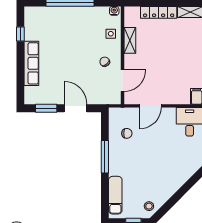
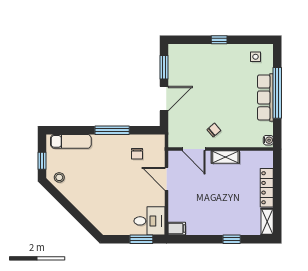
window: (20, 34) -> (219, 40), moved
side table: (111, 34) -> (256, 57), moved
shelving: (130, 40) -> (225, 157), moved
row of seats: (31, 63) -> (265, 97), moved, turned 90

